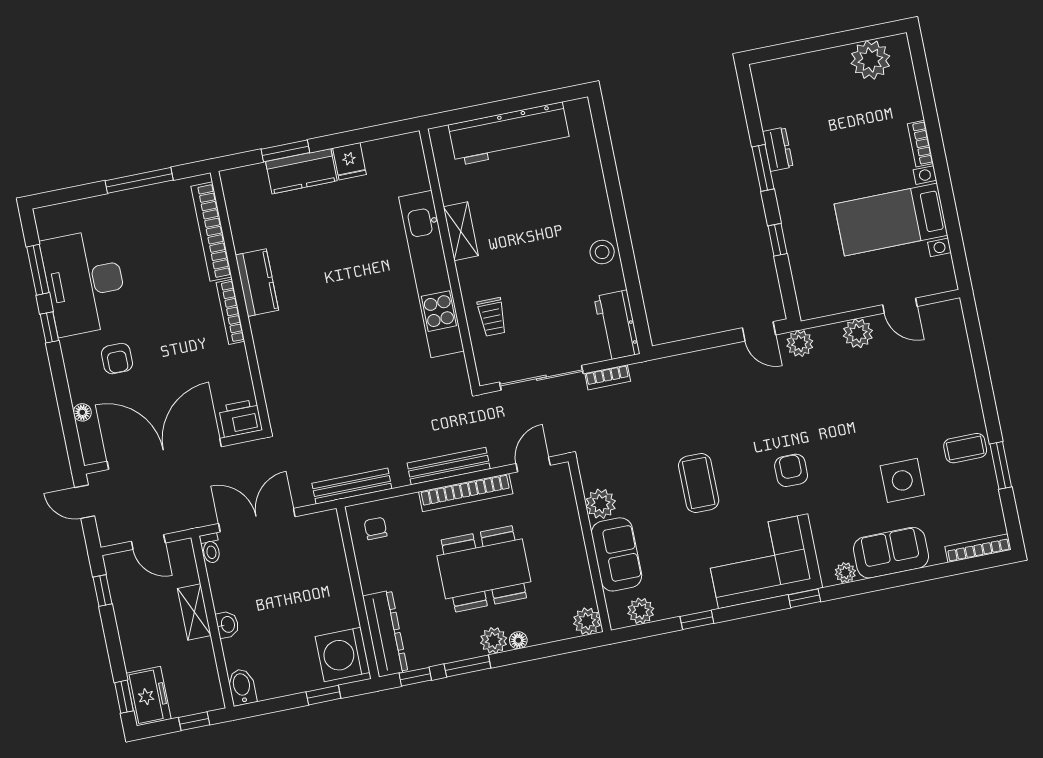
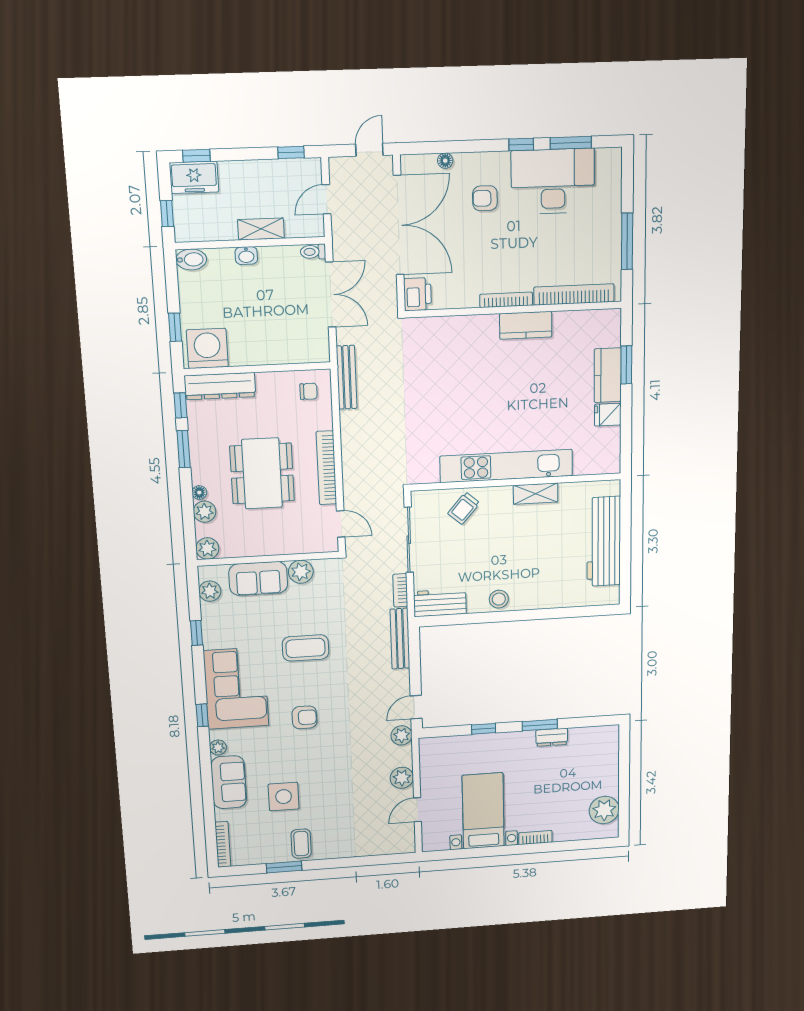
trolley: (492, 317) -> (464, 508), turned -49
bench: (449, 466) -> (400, 639), moved
plant: (494, 640) -> (205, 512), moved

